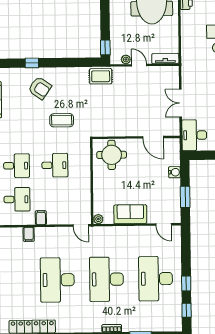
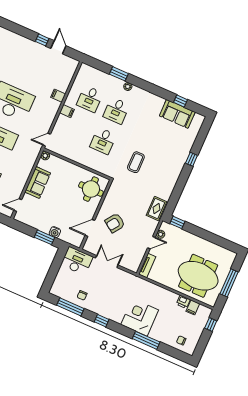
armchair: (40, 88) -> (115, 223), moved
window: (185, 197) -> (45, 237), moved

